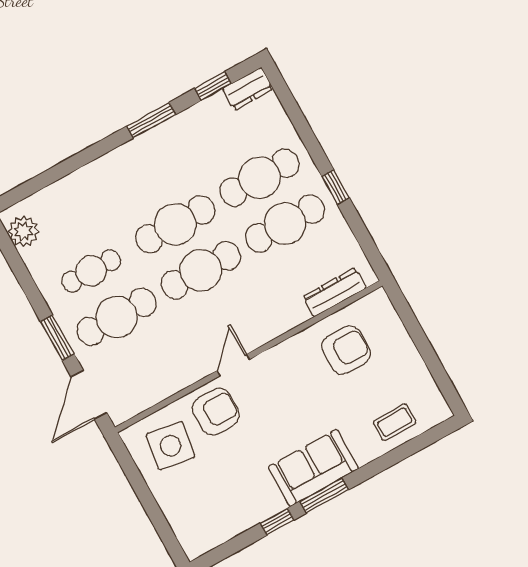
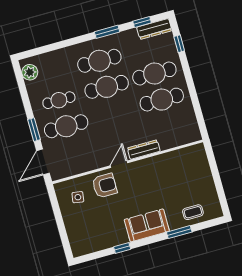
dresser: (248, 89) -> (154, 29), width x1.44
window: (336, 187) -> (179, 44), moved
cafe table: (201, 270) -> (99, 61), moved
dresser: (335, 292) -> (144, 150), moved
armchair: (346, 350) -> (177, 170), removed
side table: (171, 446) -> (78, 197), width x0.54, depth x0.54
window: (324, 496) -> (179, 232), moved

